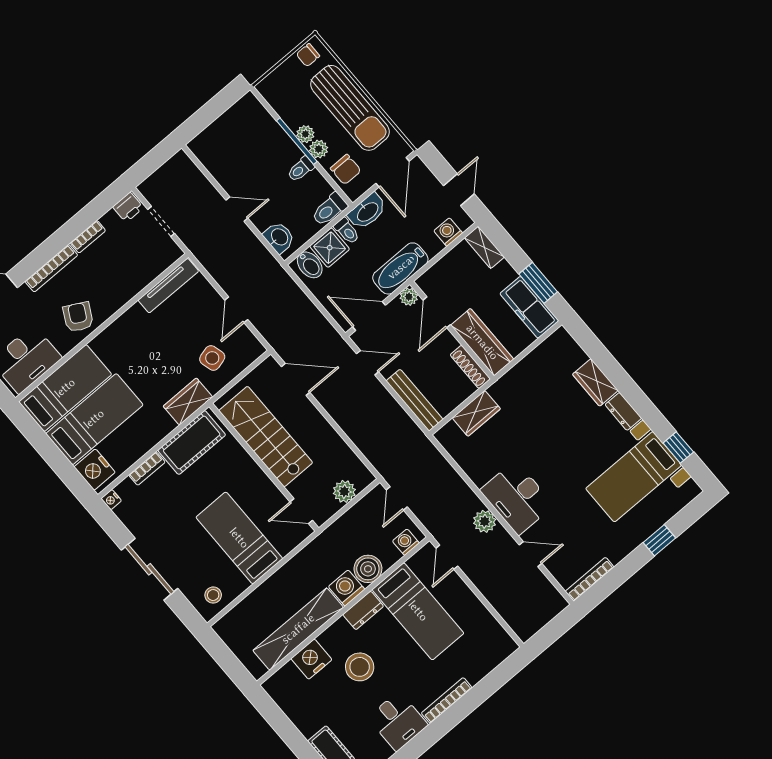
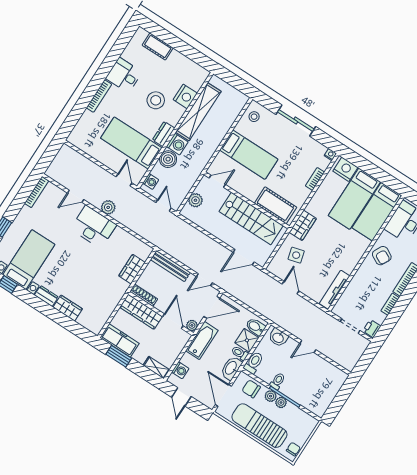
cot: (192, 442) -> (275, 205), moved, turned 90

